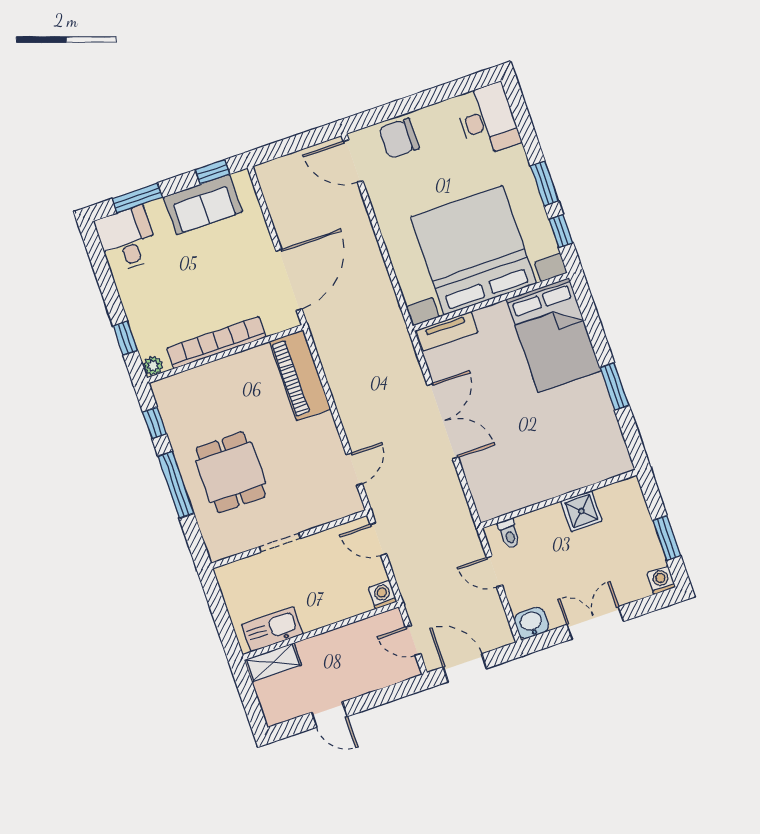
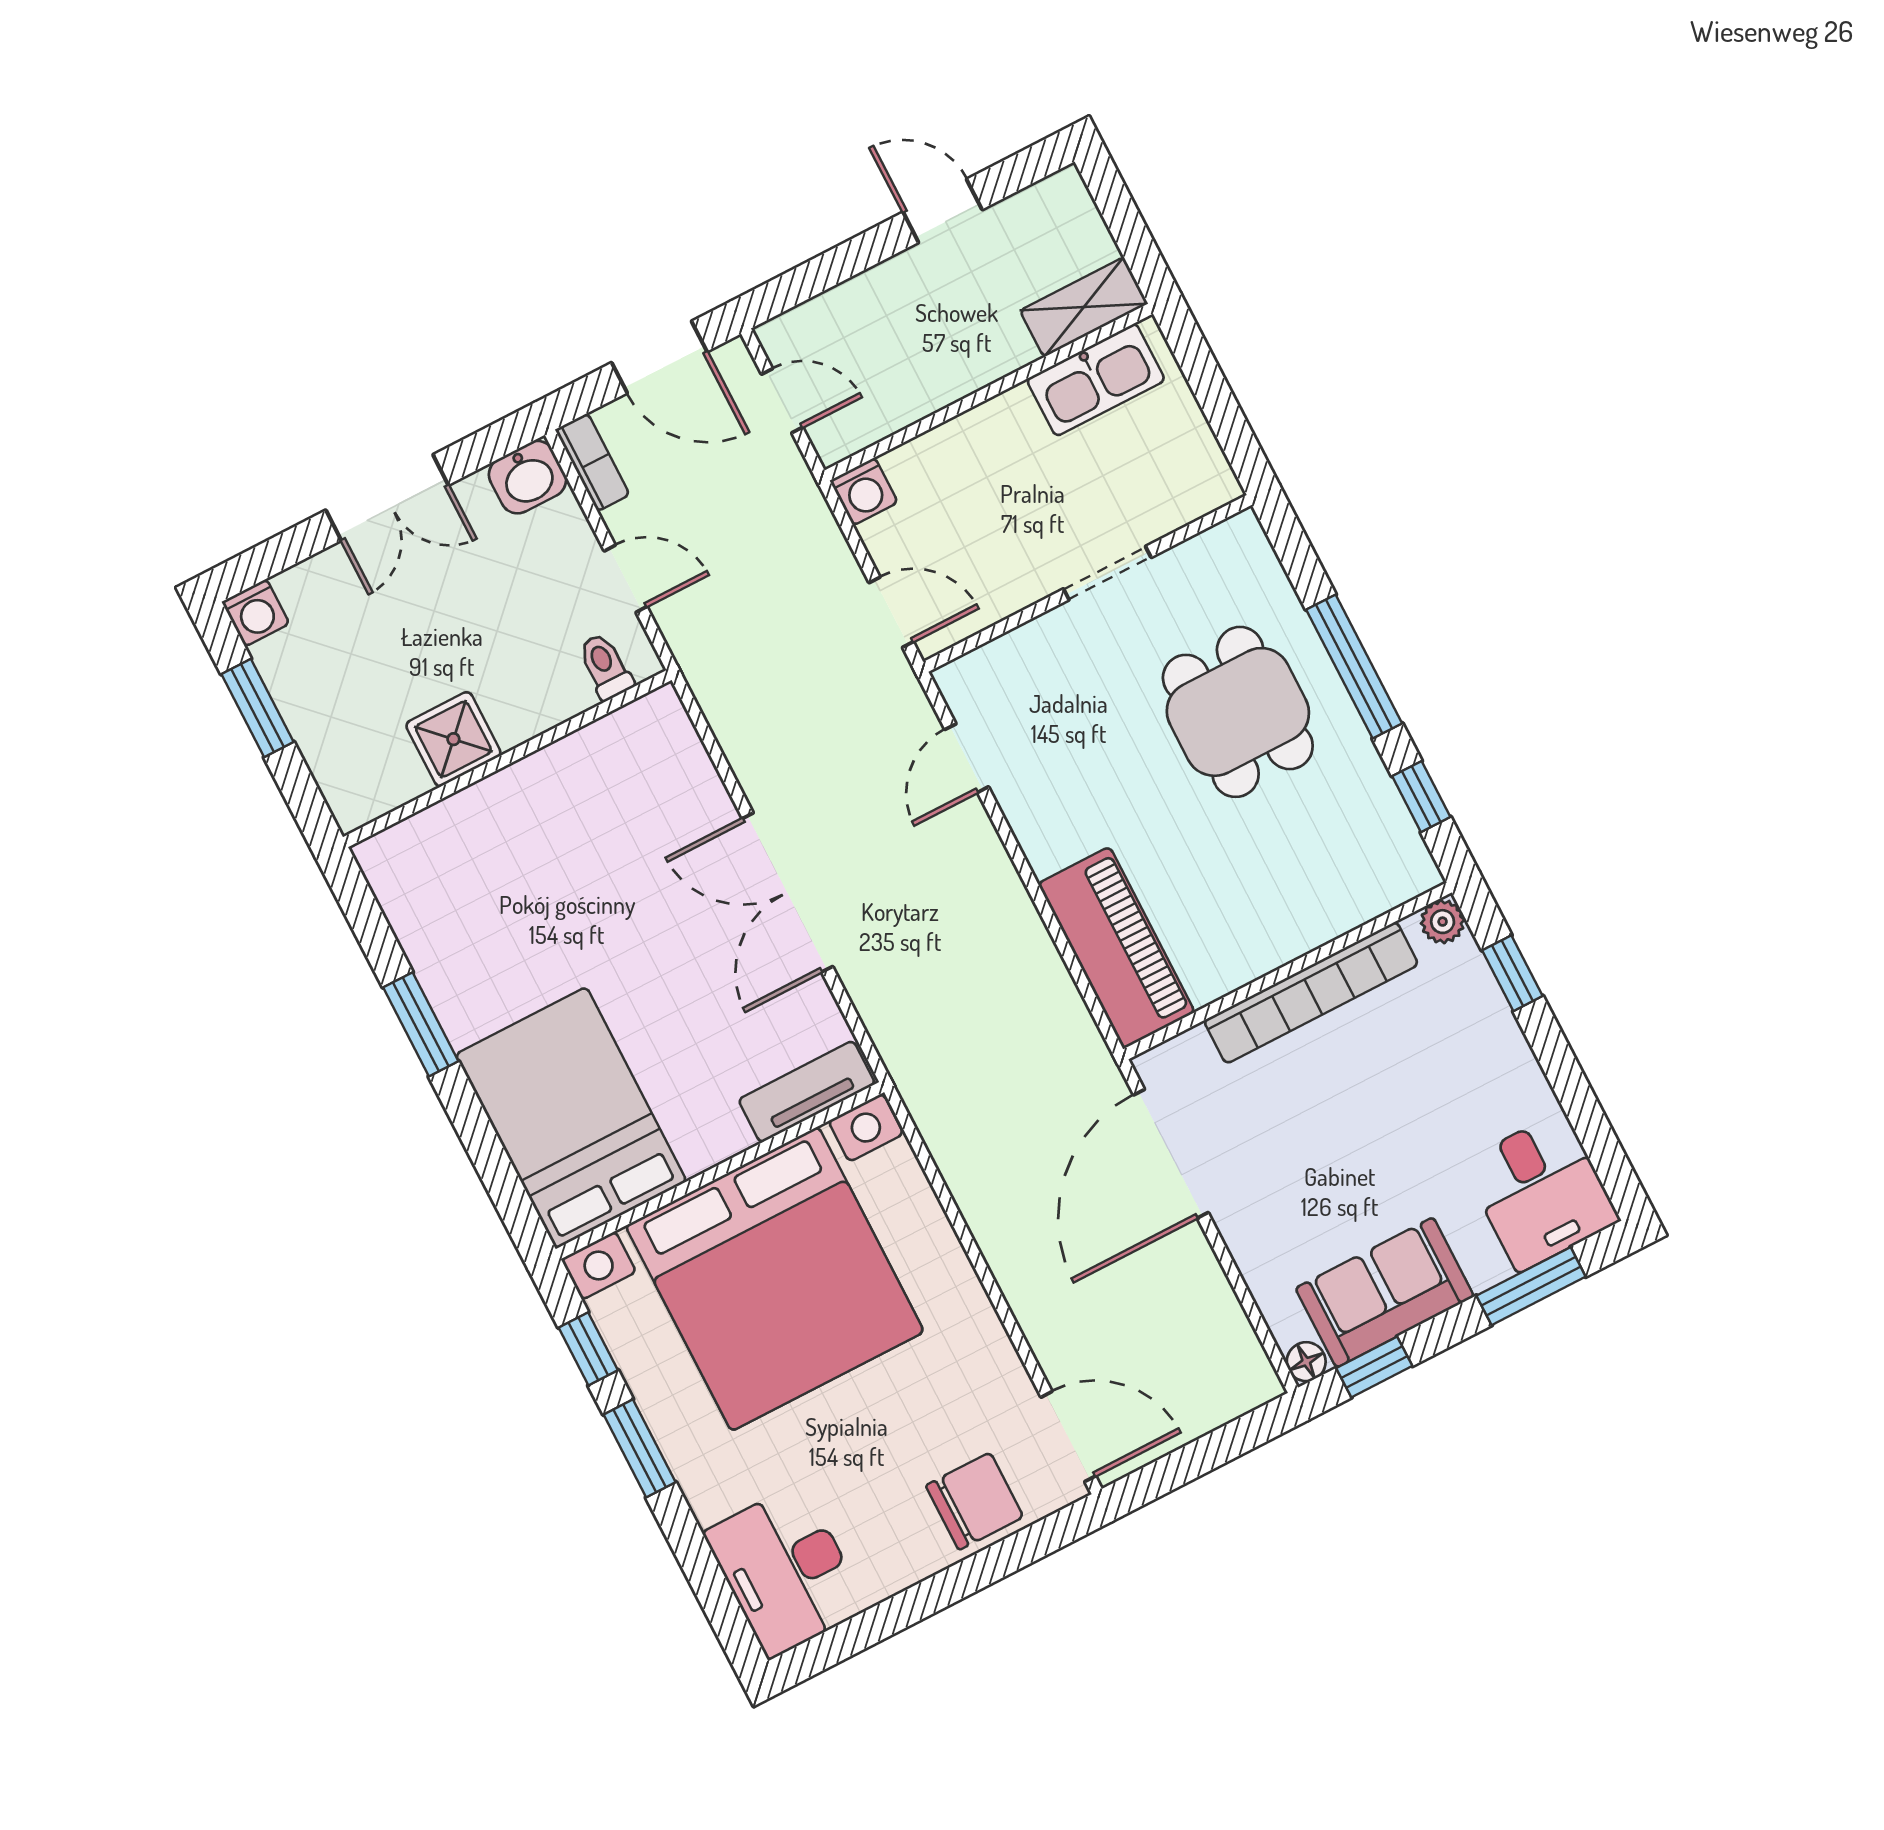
floor lamp: (242, 179) -> (1306, 1362), added
bookcase: (502, 625) -> (592, 462), added

